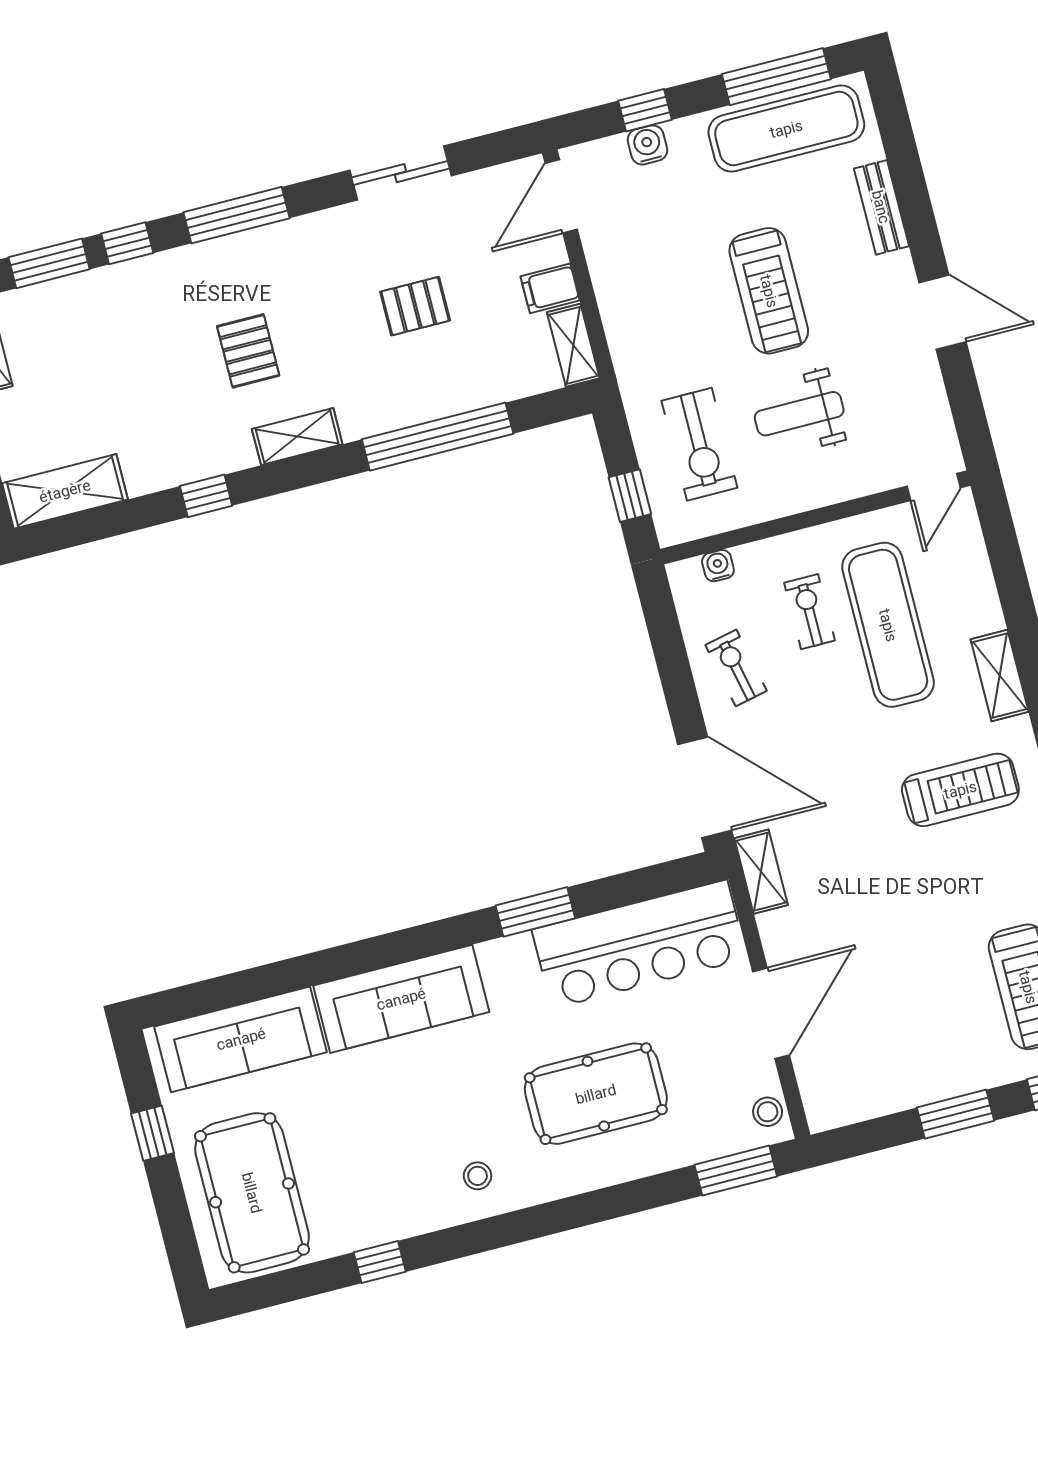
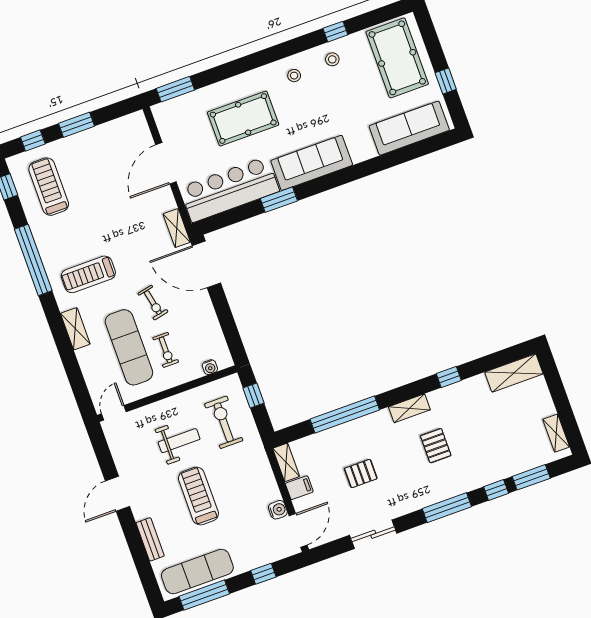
water cooler: (647, 145) -> (278, 510), moved, turned -90
door: (942, 312) -> (117, 494), hinge flipped
exercise bike: (736, 668) -> (153, 303), moved
sofa: (401, 999) -> (312, 163), moved
stool: (768, 1112) -> (332, 59), moved

